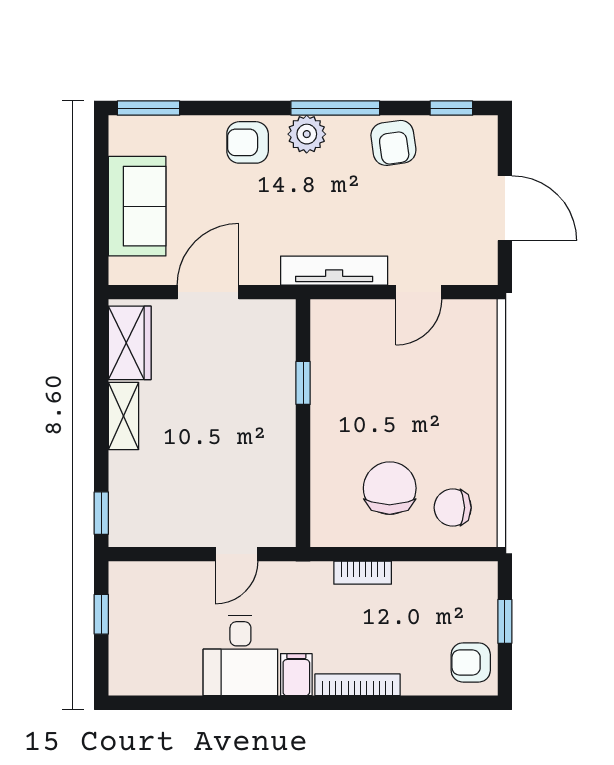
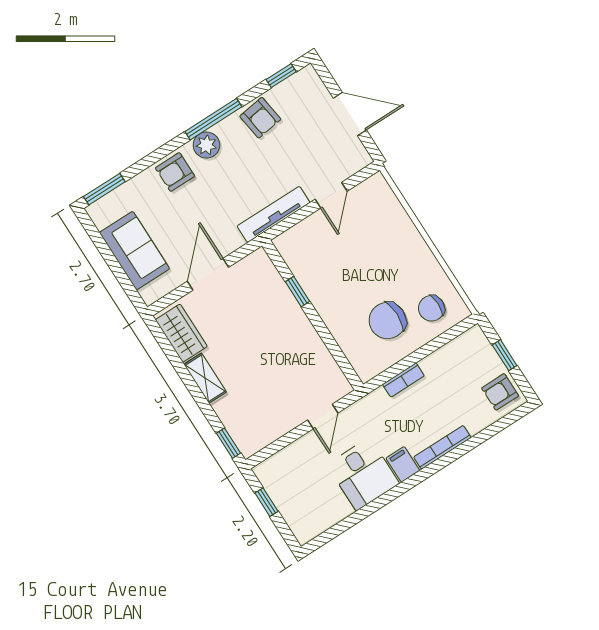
chair: (390, 488) -> (387, 321), turned -90

